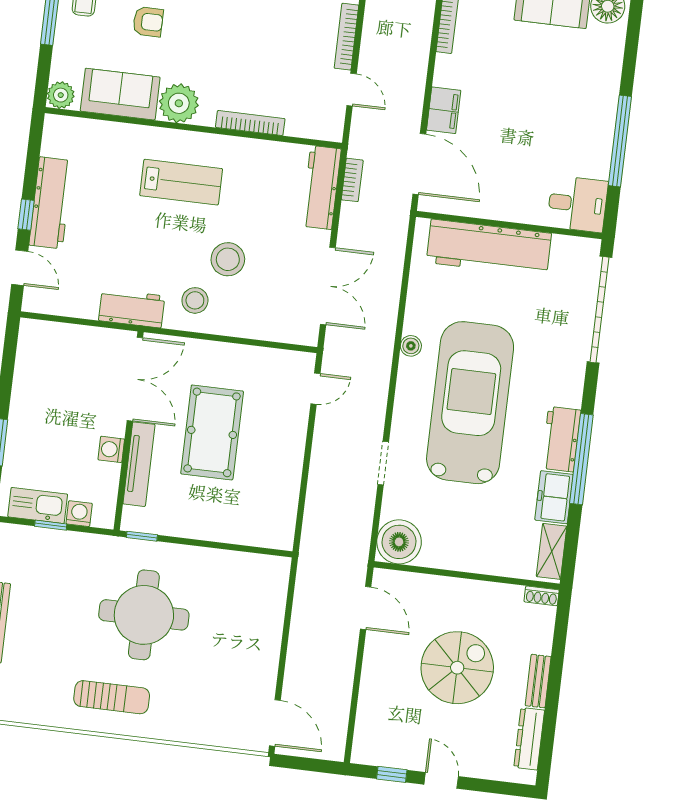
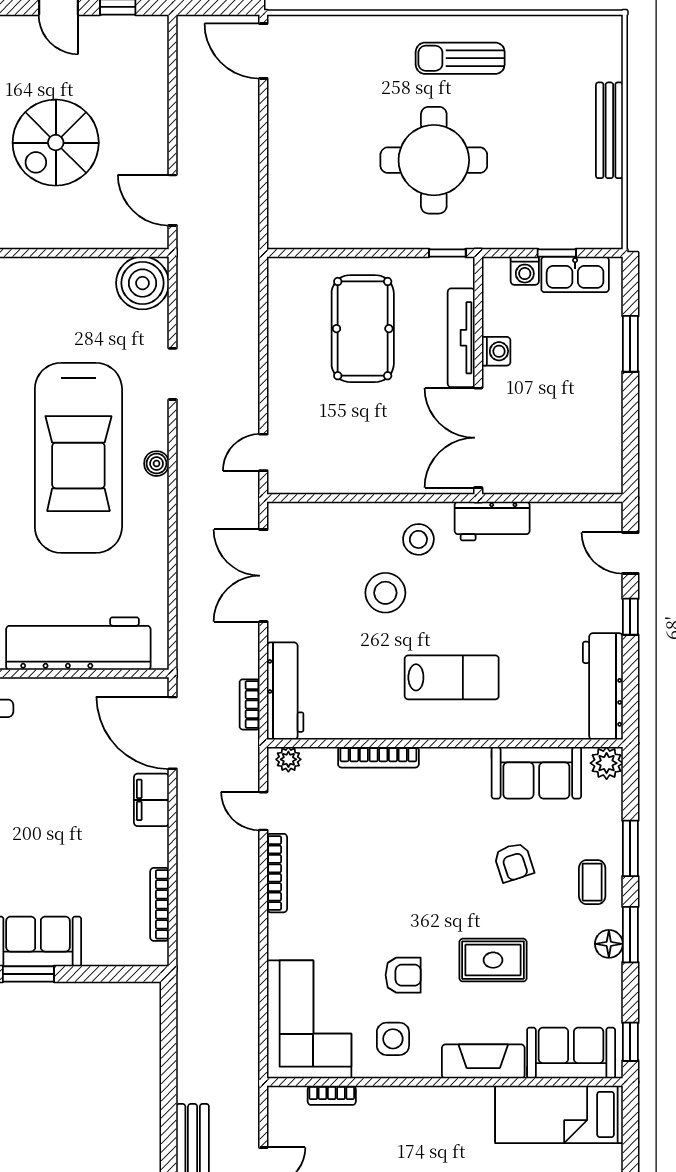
armchair: (148, 22) -> (514, 862), turned -108
plant: (179, 103) -> (288, 759), moved, width x0.53, depth x0.53
lab bench: (181, 182) -> (452, 677), turned 180
workbench: (51, 203) -> (603, 686), moved
boiler: (411, 346) -> (157, 464), moved
pool table: (212, 432) -> (363, 329), moved

